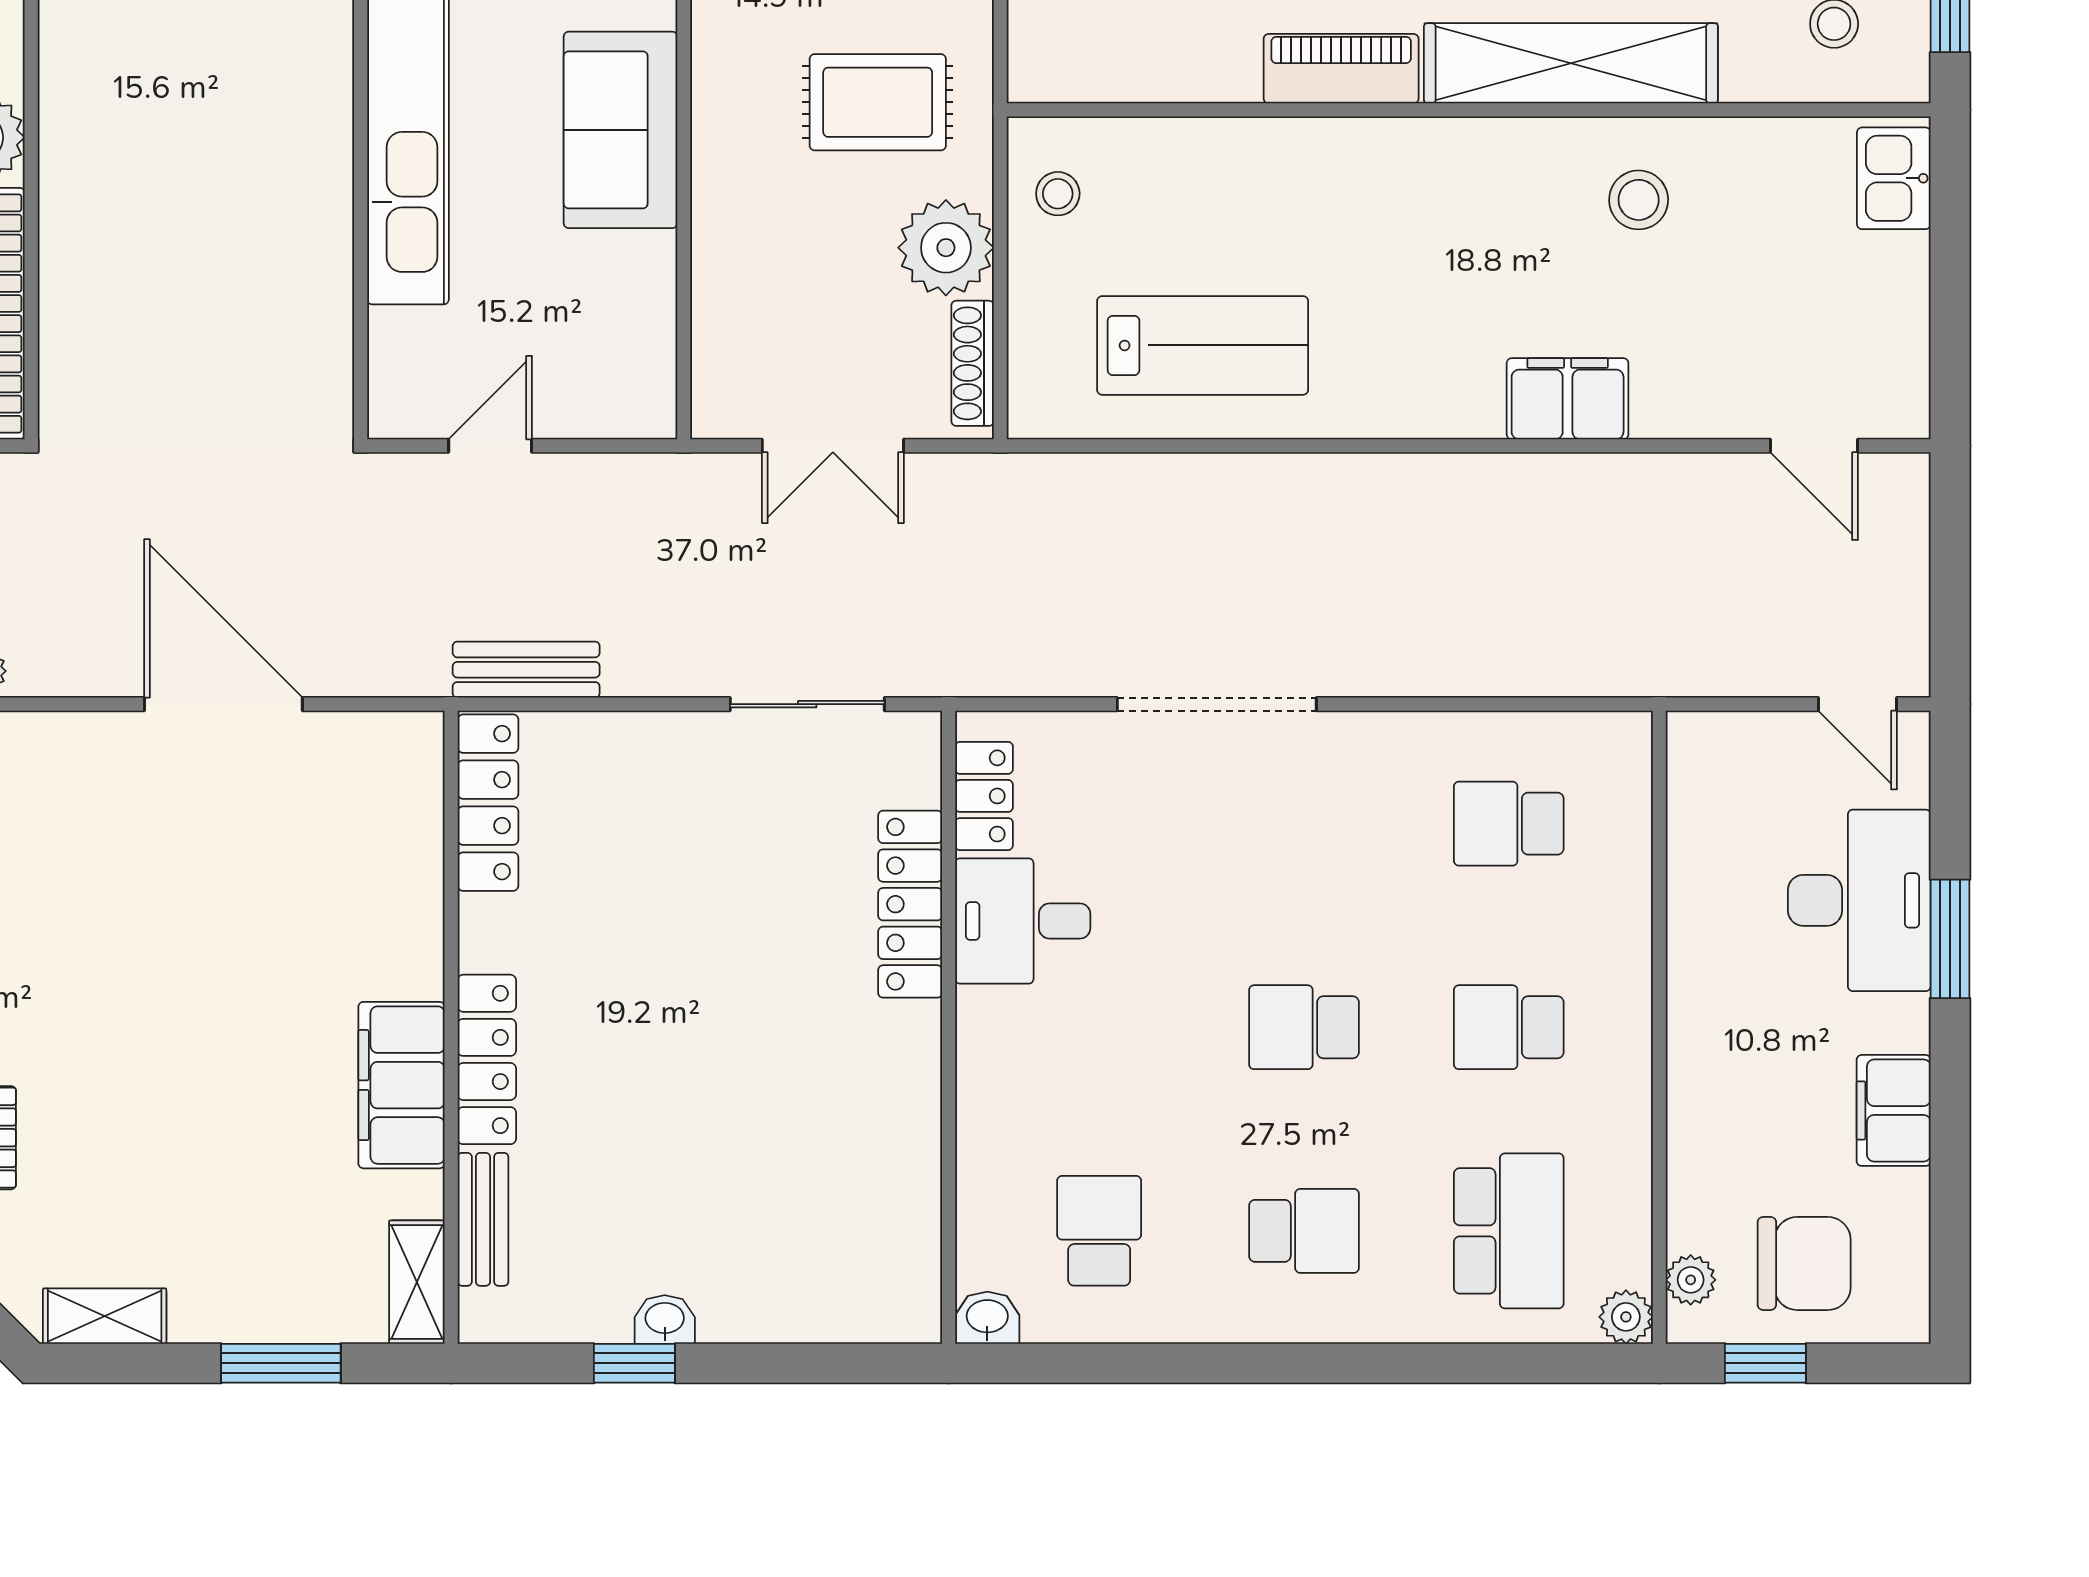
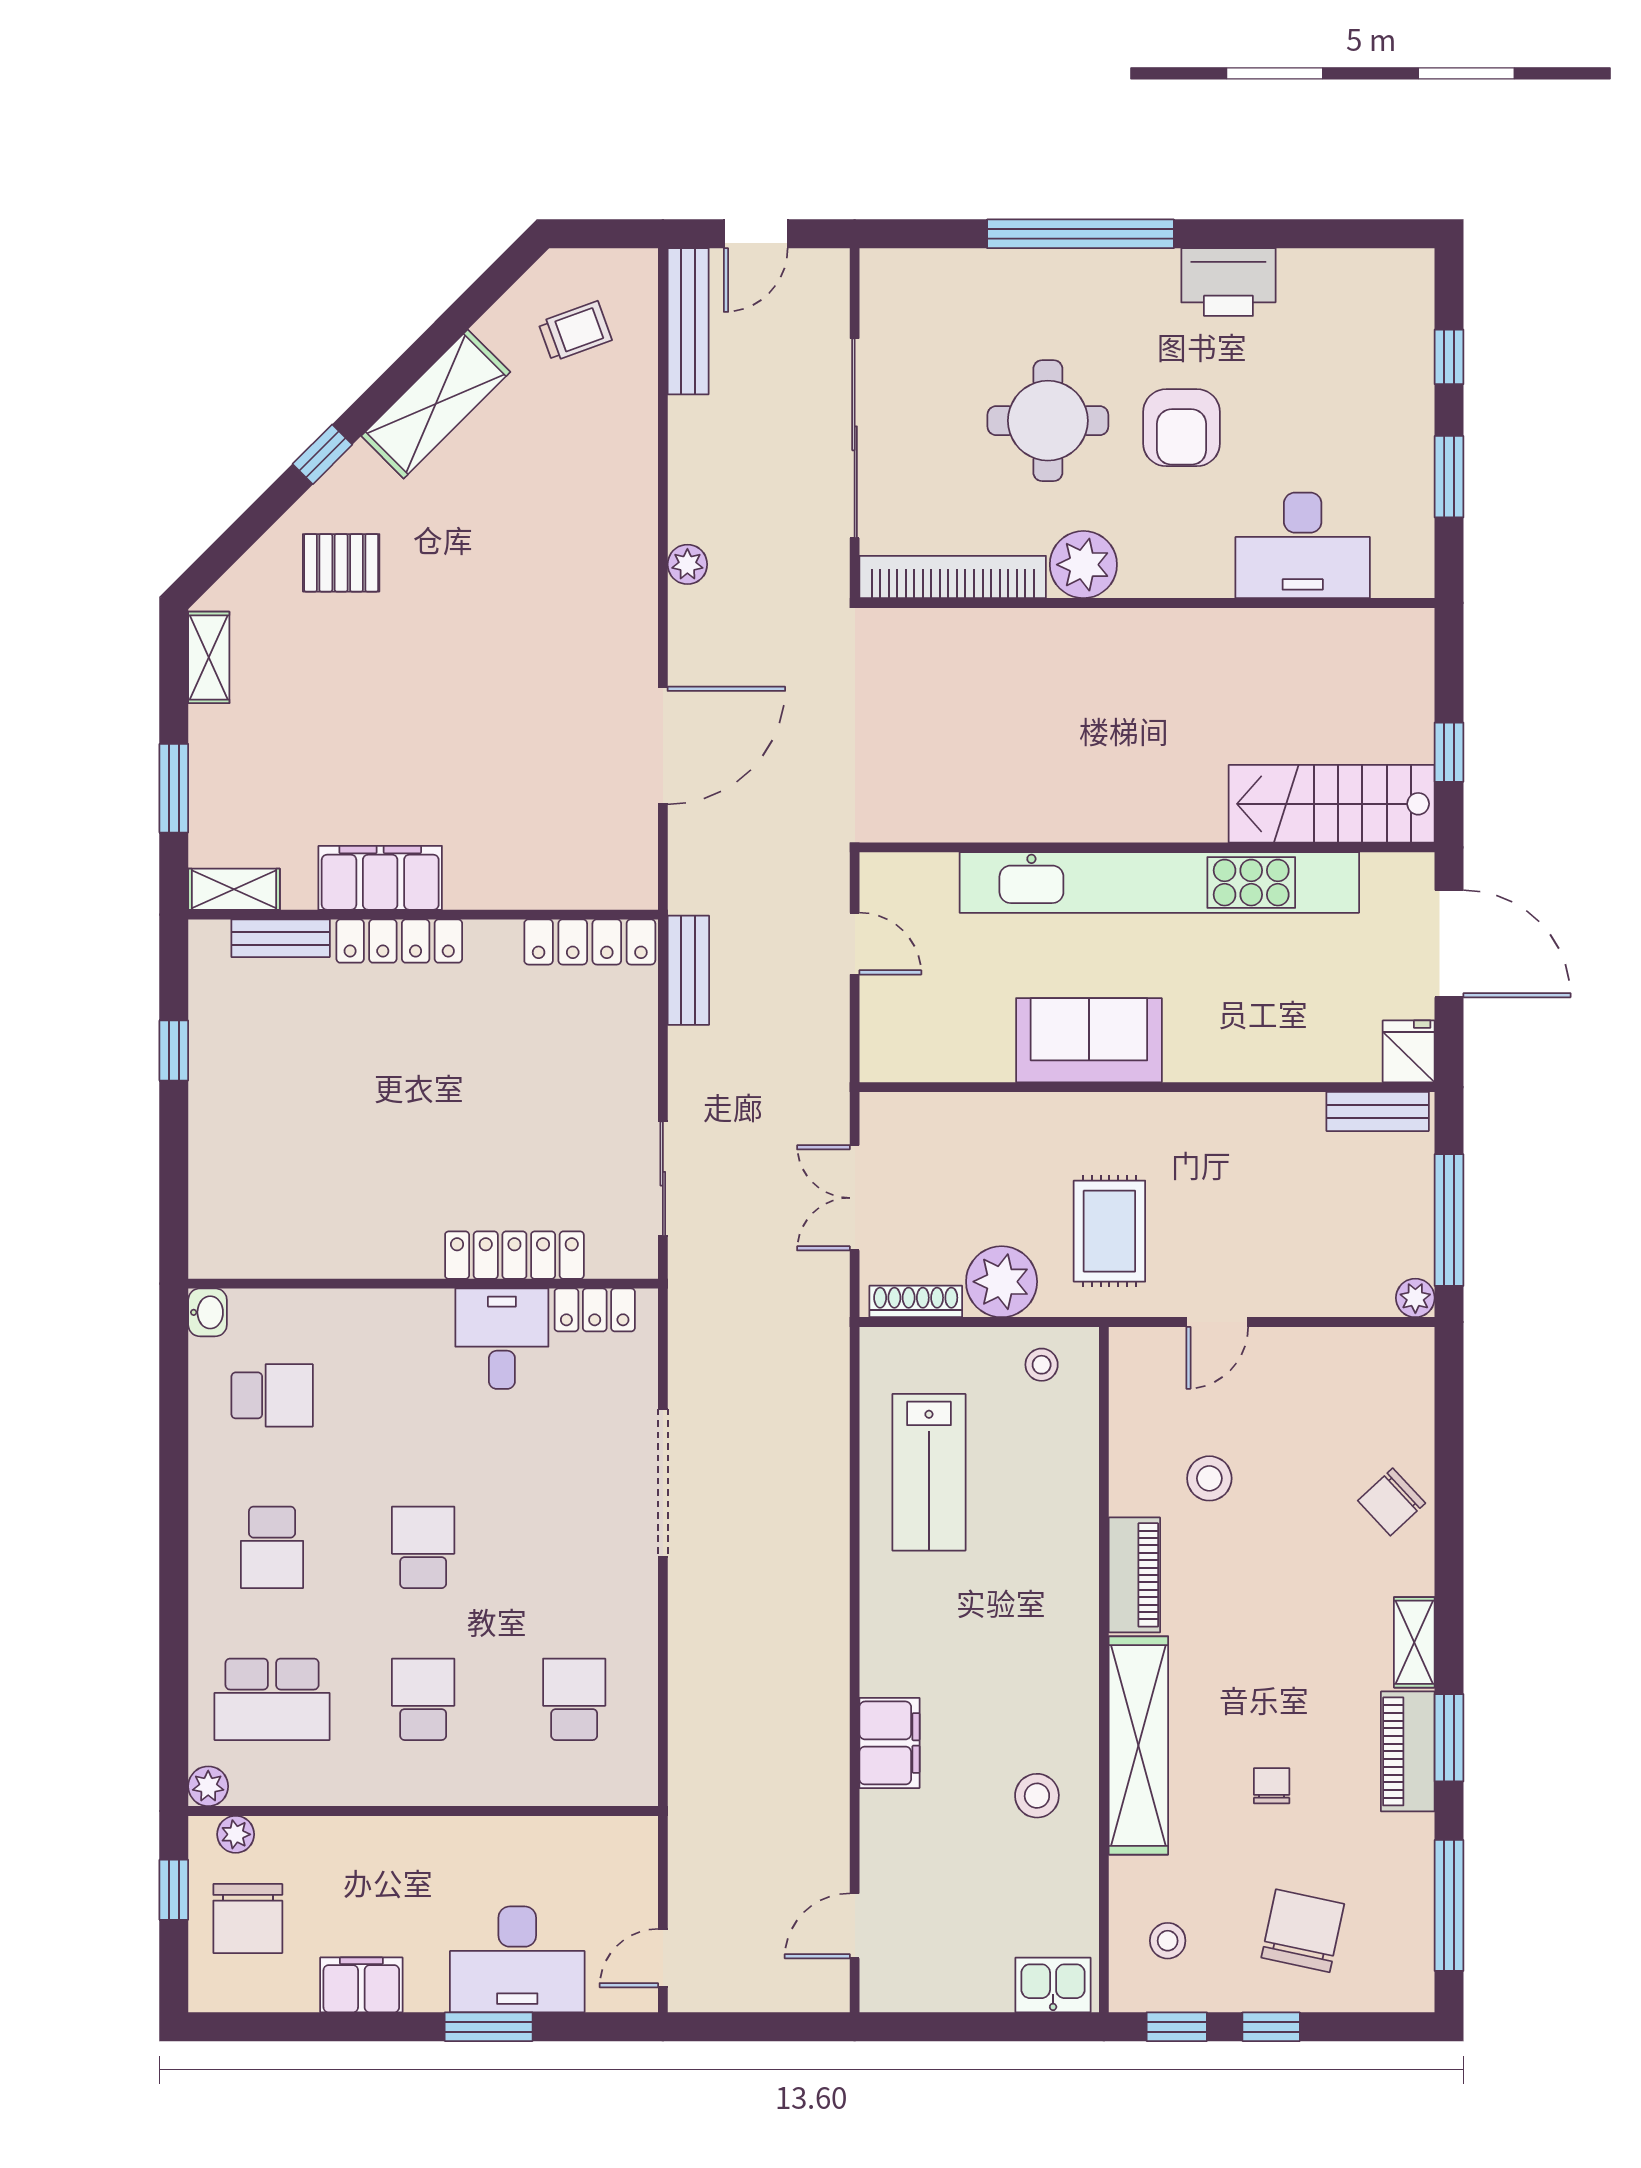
washbasin: (665, 1319) -> (206, 1073), removed

